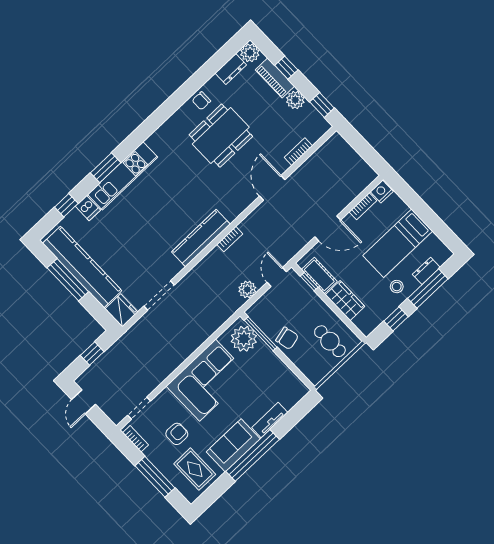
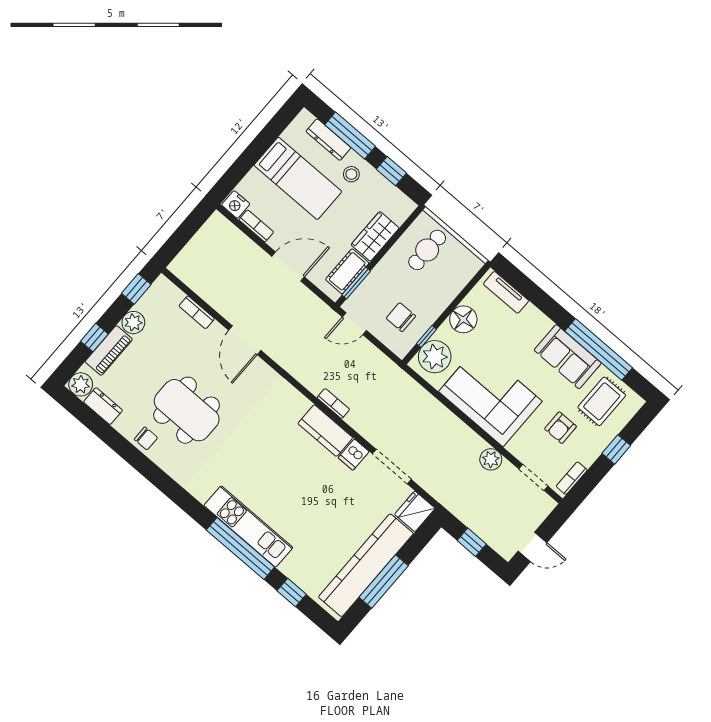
window: (106, 168) -> (240, 548), width x2.11
door: (272, 188) -> (245, 340), hinge flipped
dishwasher: (88, 208) -> (354, 455), moved, turned 180
door: (328, 228) -> (288, 267), hinge flipped
kitchen counter: (201, 238) -> (325, 431), width x0.67
bookcase: (230, 239) -> (333, 404), moved
dresser: (426, 271) -> (328, 140), width x1.44
window: (309, 282) -> (356, 283), width x1.50
plant: (247, 289) -> (491, 459), moved
window: (261, 334) -> (427, 336), width x0.46
chair: (287, 338) -> (401, 317), moved, turned -77
floor lamp: (271, 365) -> (463, 319), added
tv unit: (270, 420) -> (506, 292), moved
armchair: (177, 434) -> (561, 428), turned -90
window: (253, 455) -> (599, 349), moved
window: (155, 477) -> (616, 449), width x0.46

